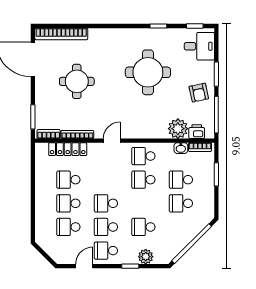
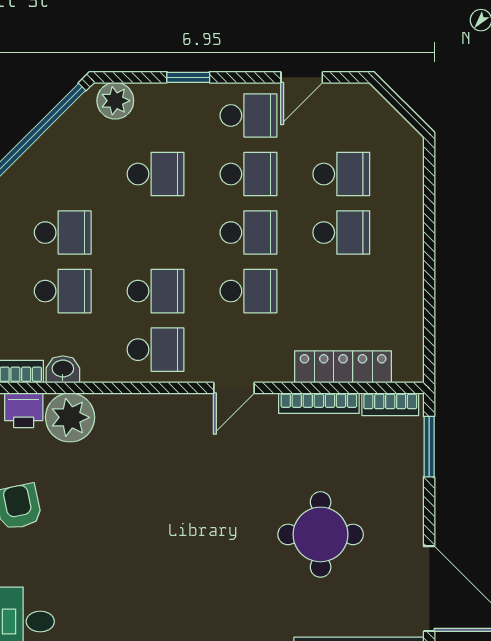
round table: (148, 72) -> (144, 557), removed
school desk: (68, 180) -> (248, 291), moved
plant: (146, 257) -> (115, 101), moved

